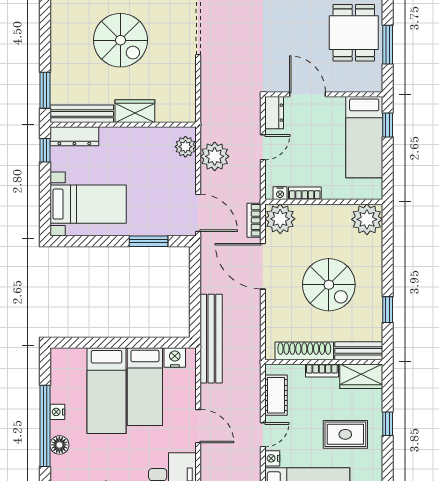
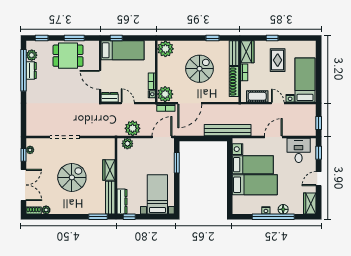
door: (308, 94) -> (100, 80), hinge flipped

